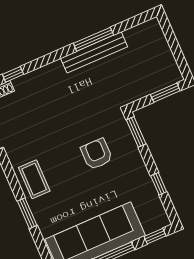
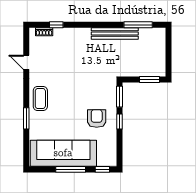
window: (94, 39) -> (138, 25), moved
armchair: (97, 154) -> (97, 119), moved
window: (159, 184) -> (120, 122), moved

